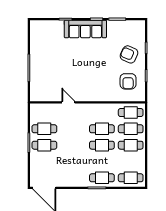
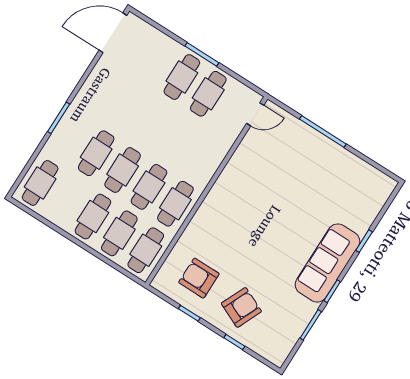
door: (68, 102) -> (255, 114), moved
cafe table: (102, 113) -> (175, 204), added
cafe table: (102, 178) -> (96, 153), moved

